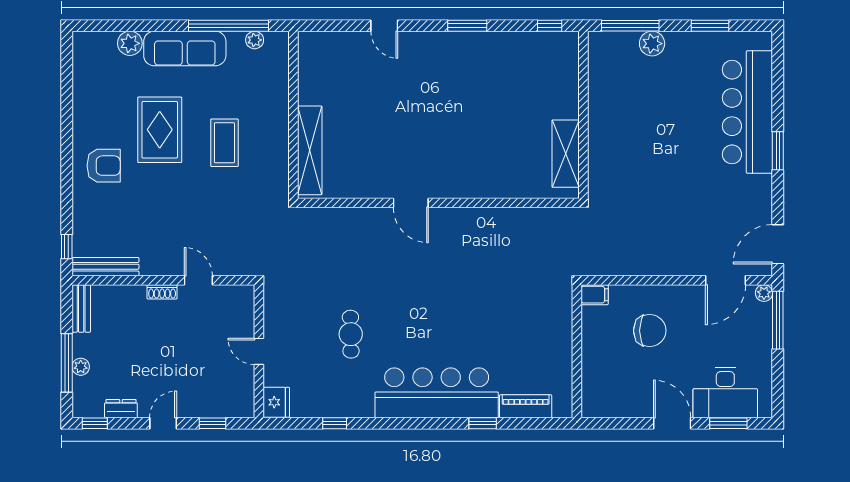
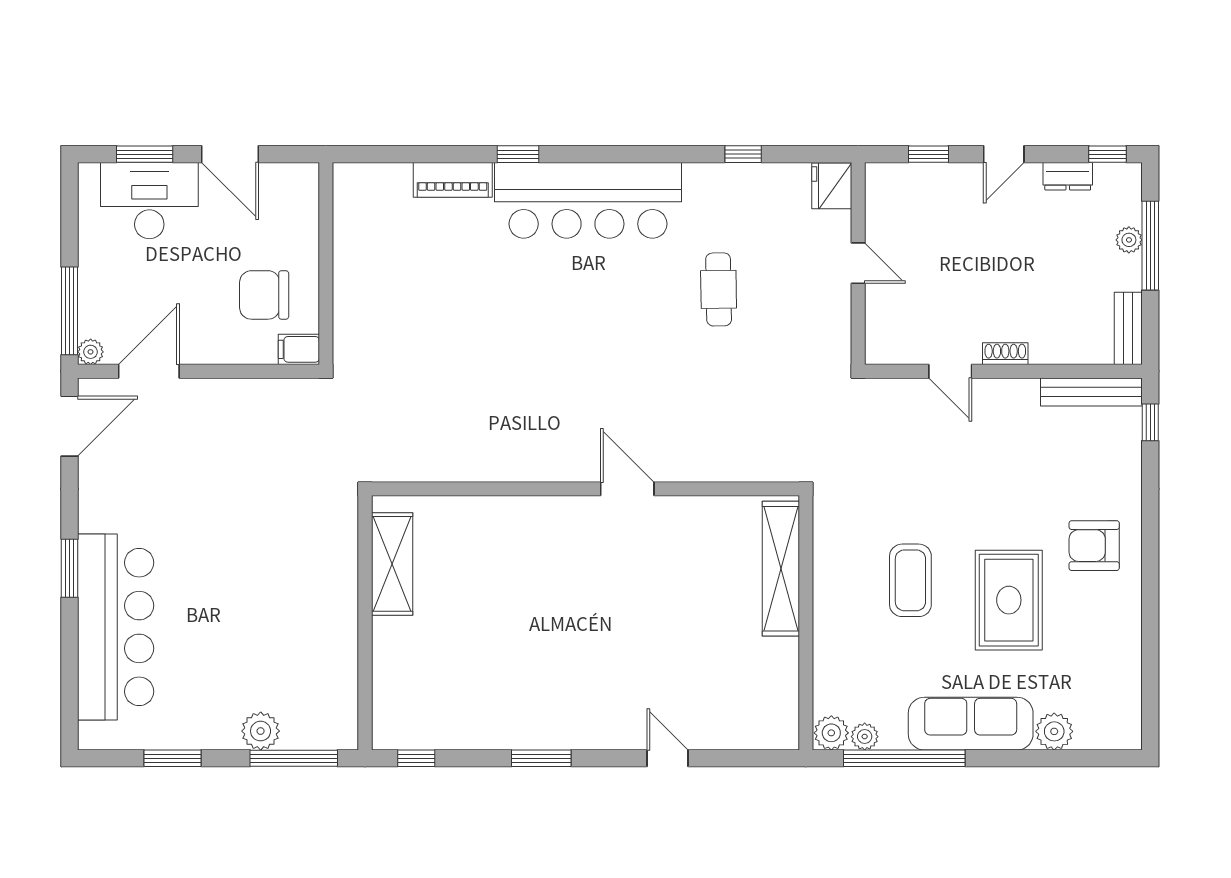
plant: (277, 42) -> (831, 733), added
filing cabinet: (595, 295) -> (299, 349), moved
wall: (577, 351) -> (326, 264), moved

